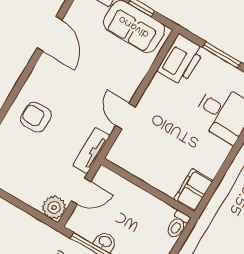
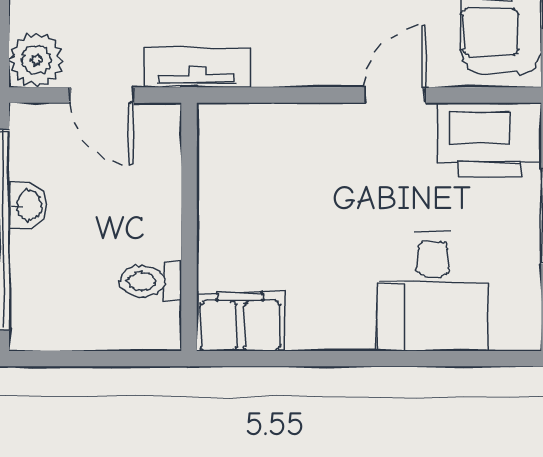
door: (125, 116) -> (395, 95), moved
toilet: (178, 225) -> (151, 282), moved

